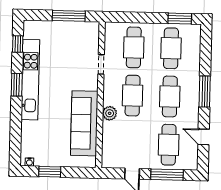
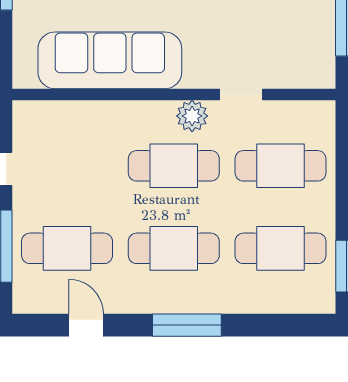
plant: (110, 113) -> (192, 116), moved
door: (204, 137) -> (86, 325), hinge flipped

